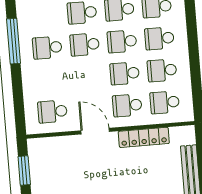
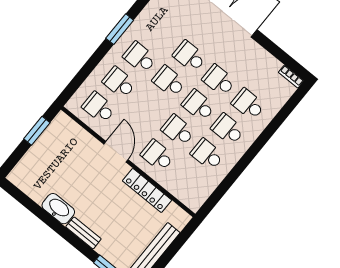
window: (14, 41) -> (120, 29), width x0.69
school desk: (165, 102) -> (119, 83), moved

